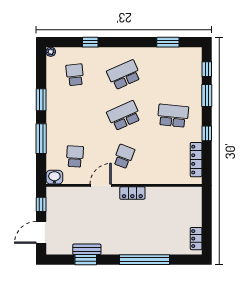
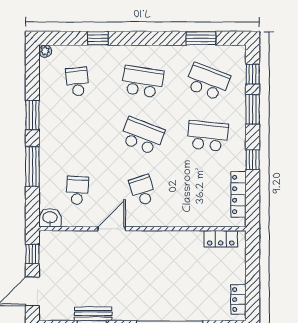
school desk: (124, 75) -> (142, 82), turned 33
school desk: (173, 75) -> (208, 82), added
school desk: (124, 116) -> (142, 136), turned 45
school desk: (124, 156) -> (142, 190), turned -39
locker: (132, 193) -> (221, 239), moved

